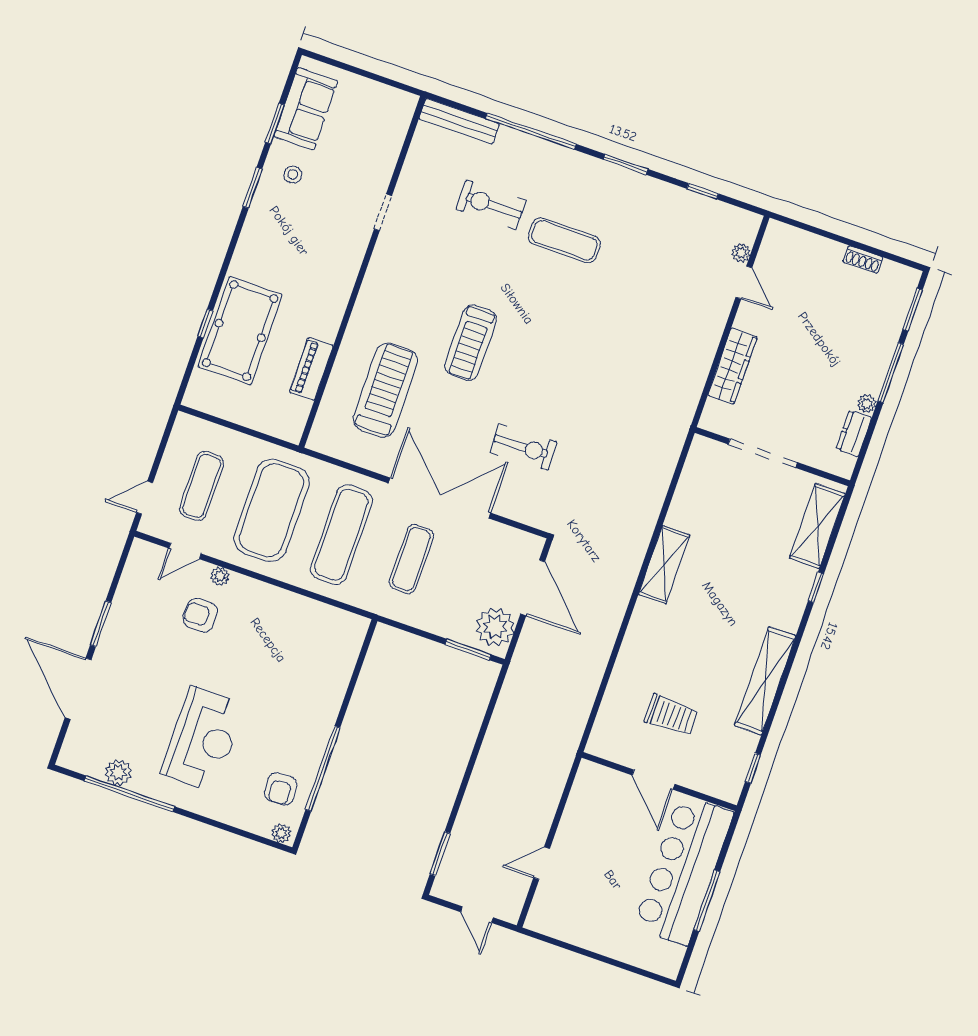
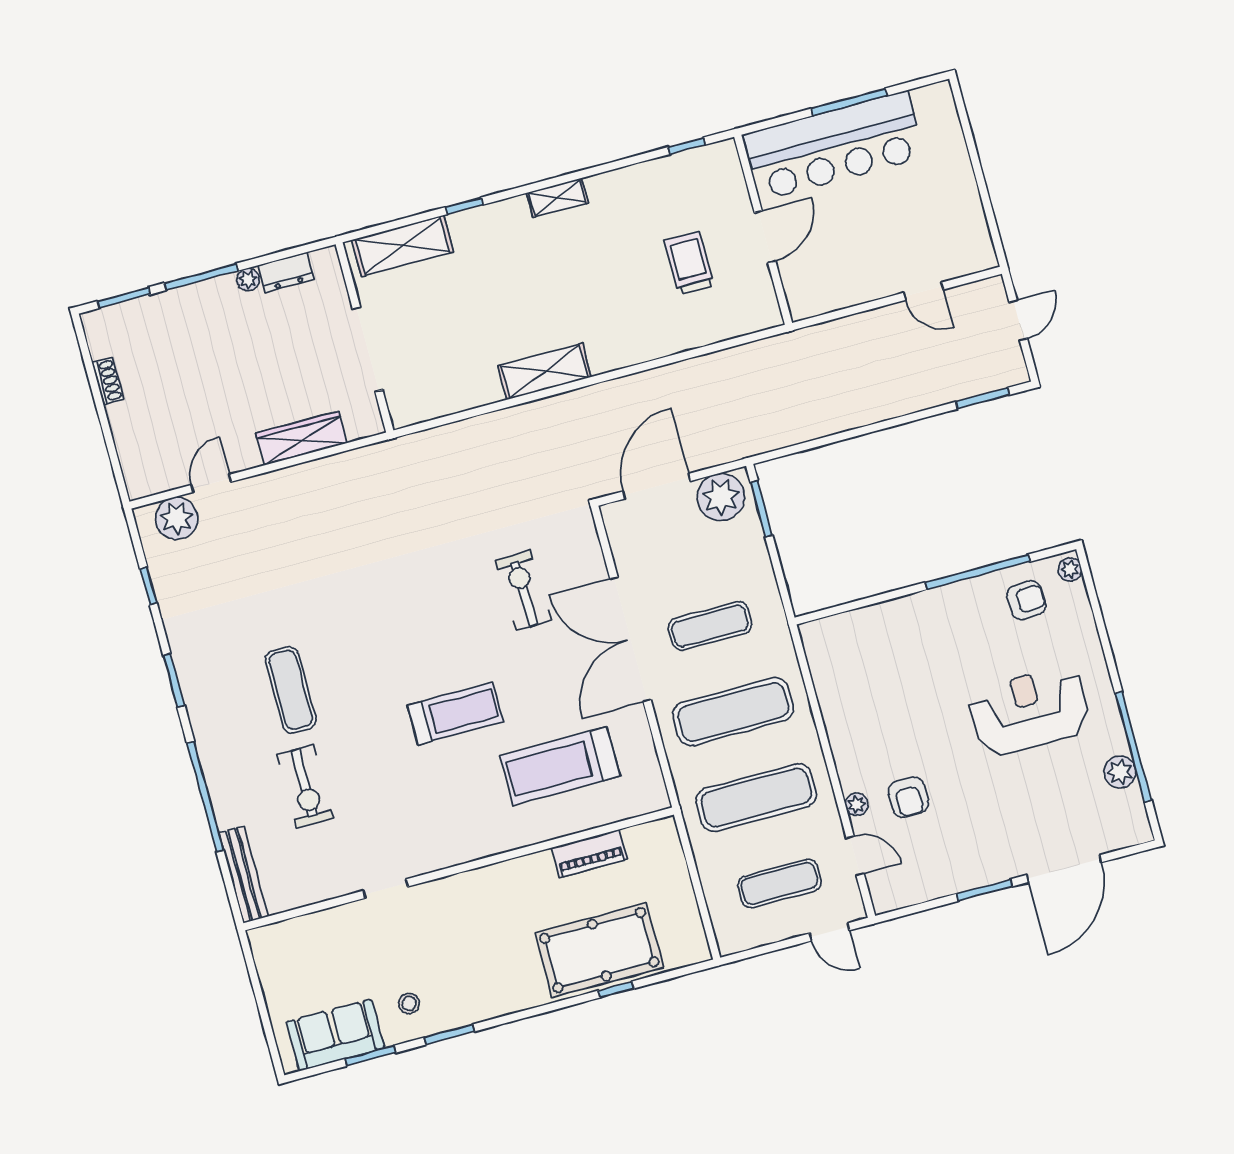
plant: (741, 253) -> (177, 518), width x1.88, depth x1.88
exercise mat: (271, 510) -> (756, 798), width x0.68
shelving: (765, 681) -> (557, 198), width x0.45, depth x0.75

